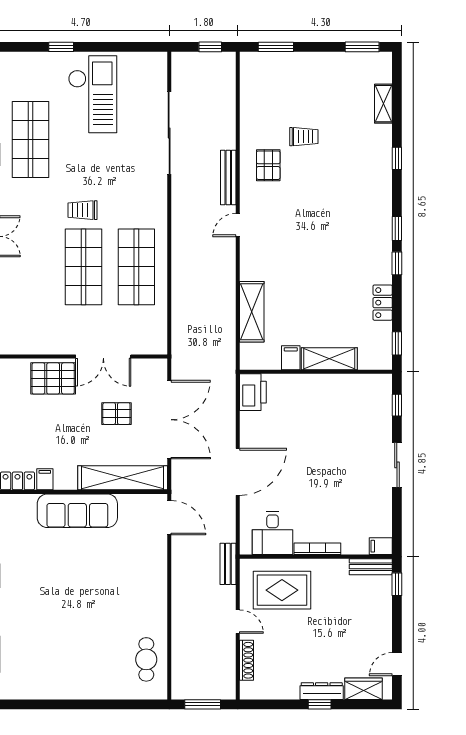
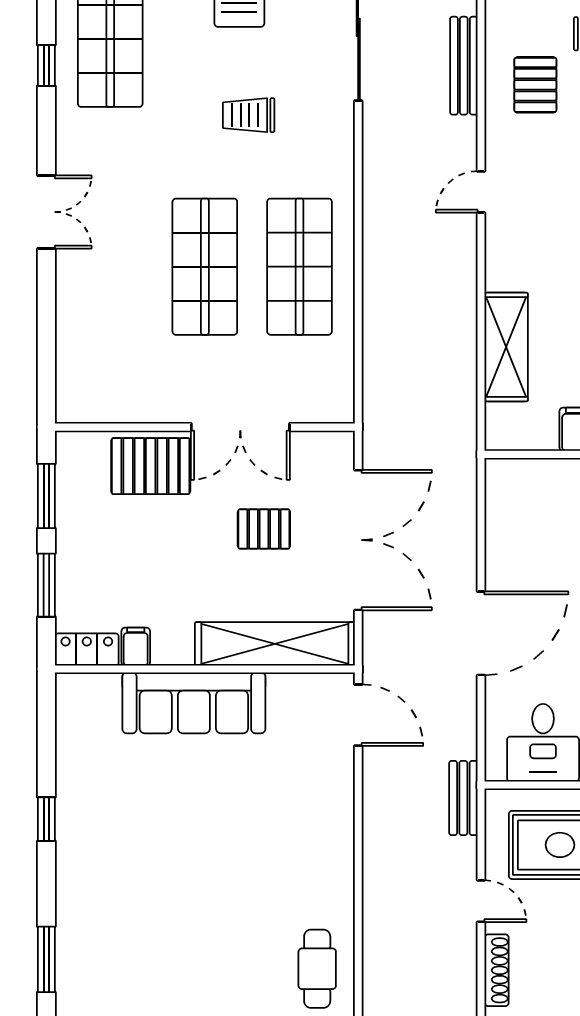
bench: (228, 177) -> (464, 66), moved
trolley: (82, 210) -> (249, 115), moved
printer: (253, 392) -> (508, 491), removed

